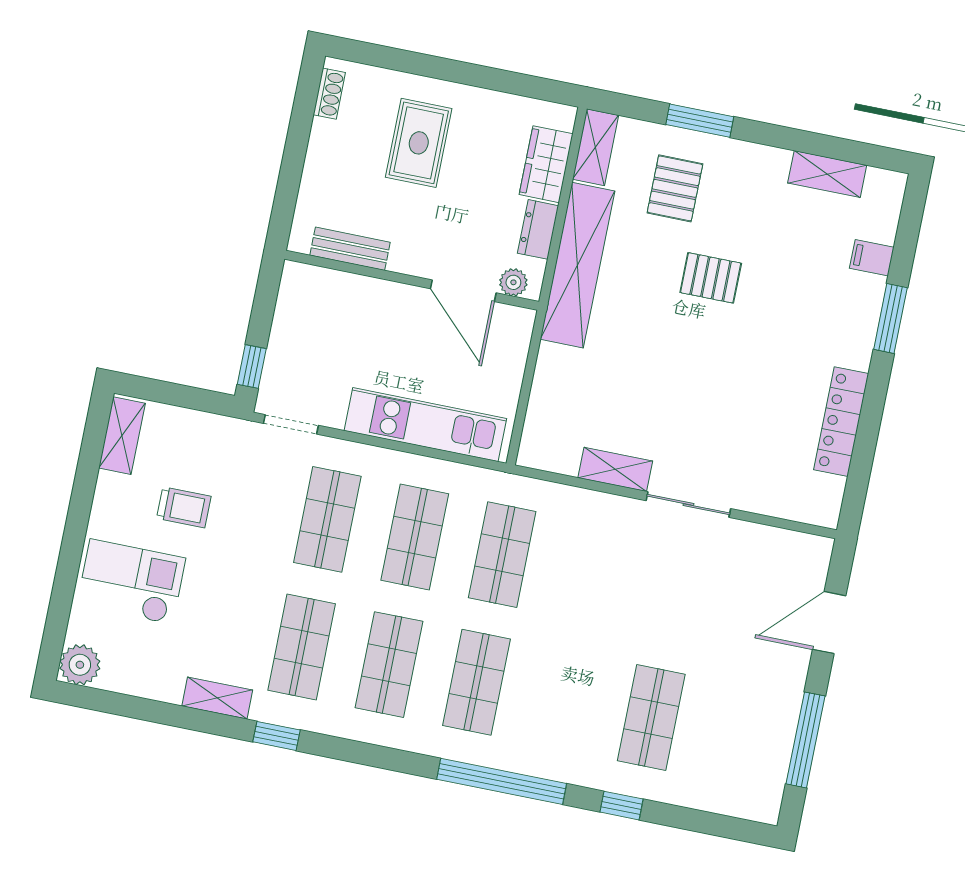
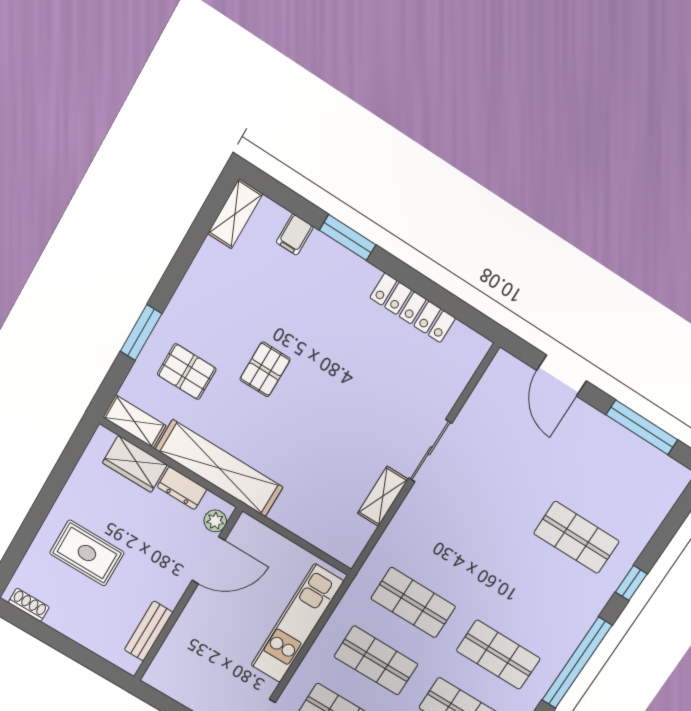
shelving: (827, 174) -> (235, 214), moved

